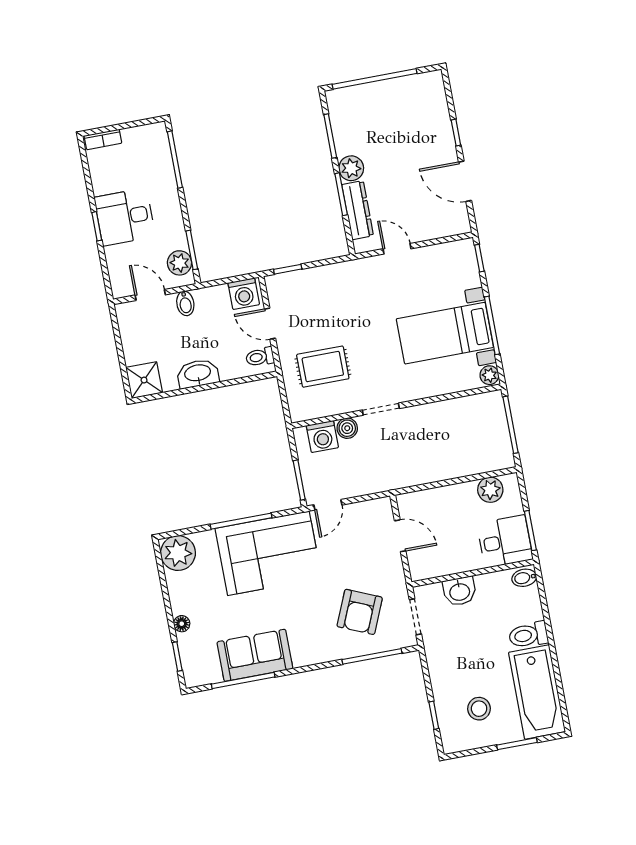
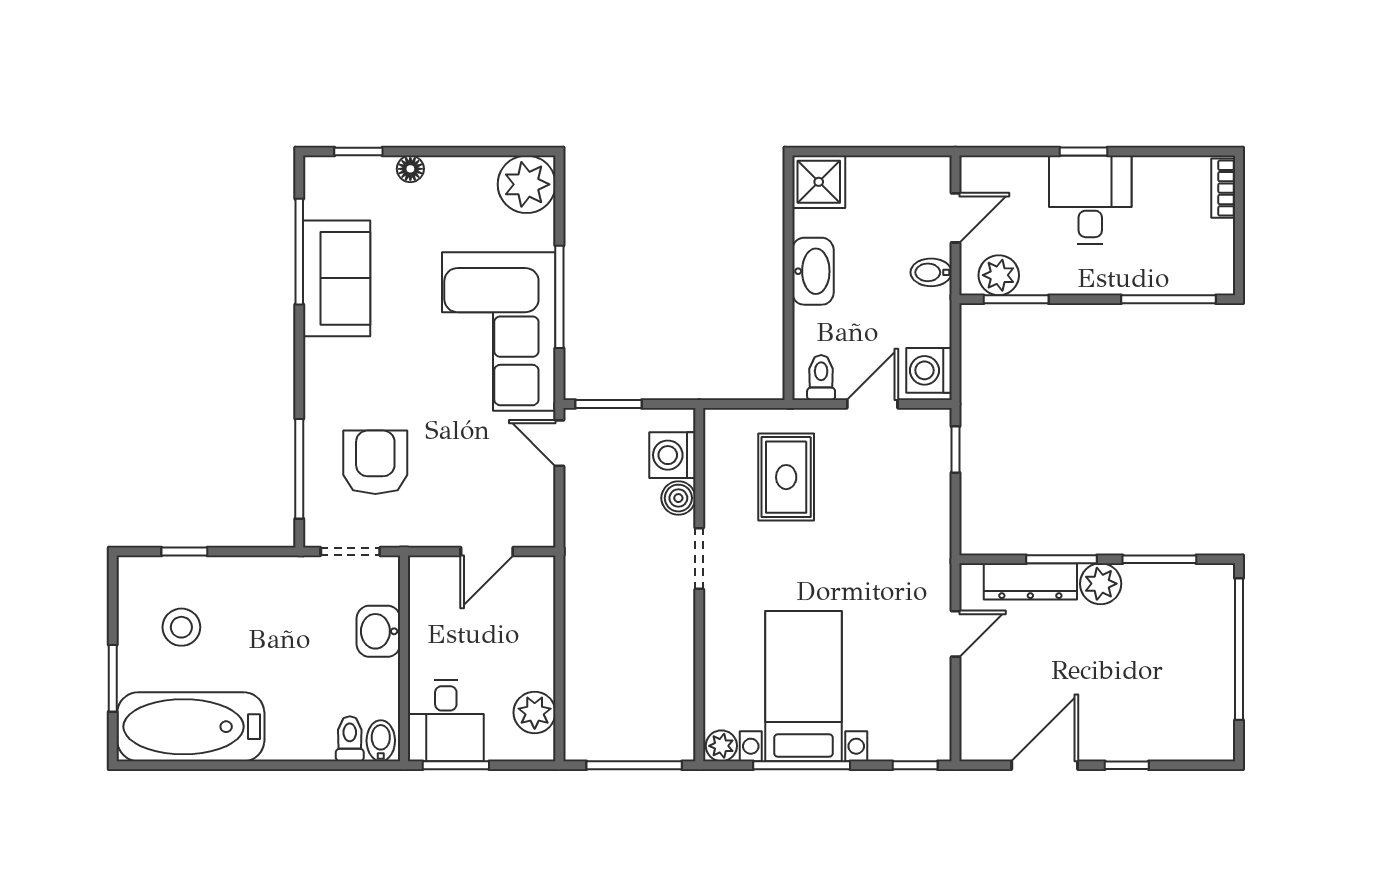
armchair: (360, 612) -> (375, 462), turned 67
toilet: (528, 635) -> (350, 739), moved, width x0.73, depth x0.72

